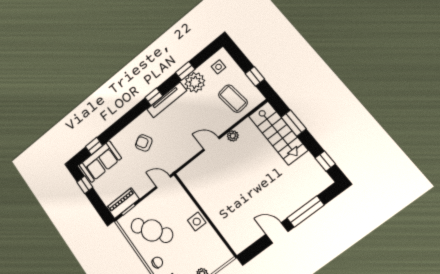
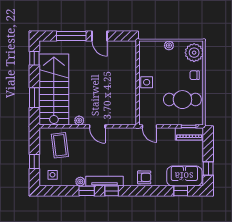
window: (185, 71) -> (87, 191), moved
window: (255, 76) -> (34, 162), moved
plant: (195, 82) -> (80, 182), width x0.53, depth x0.53
stairs: (278, 133) -> (54, 90), width x1.36, depth x1.51
armchair: (144, 143) -> (144, 177), moved, turned -60
cafe table: (152, 230) -> (182, 100), turned -54

